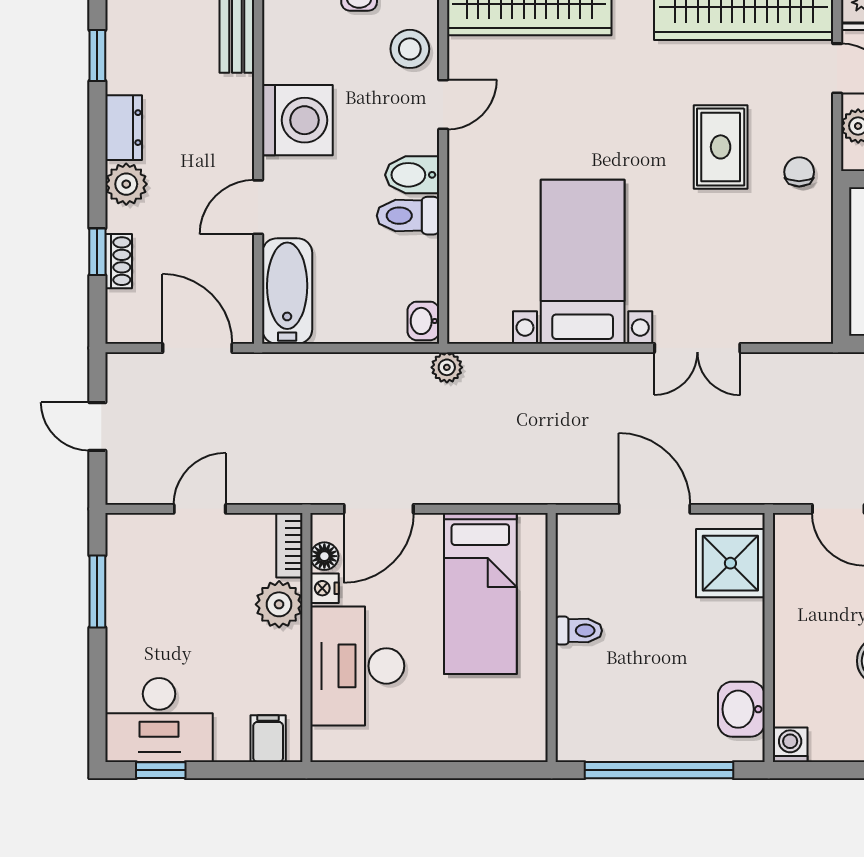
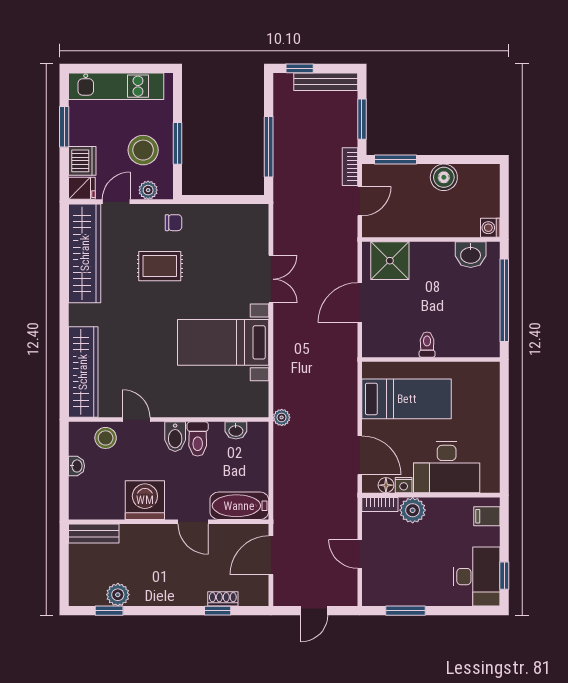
dresser: (124, 128) -> (149, 596), removed
chair: (799, 172) -> (173, 223), turned 180
plant: (126, 184) -> (118, 595), moved
washbasin: (423, 321) -> (236, 430), moved

